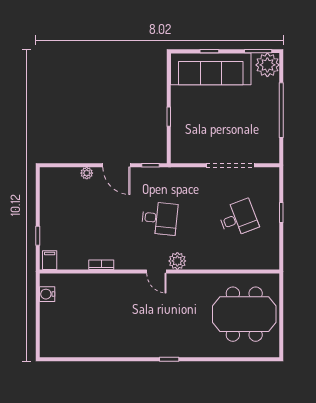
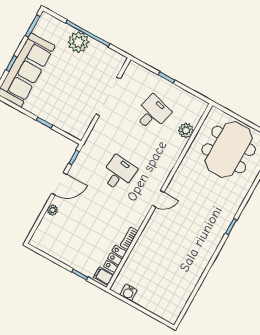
plant: (267, 65) -> (78, 42), moved
desk: (238, 218) -> (152, 113), turned 36
plant: (177, 261) -> (186, 130), moved
locker: (73, 262) -> (115, 259), added

